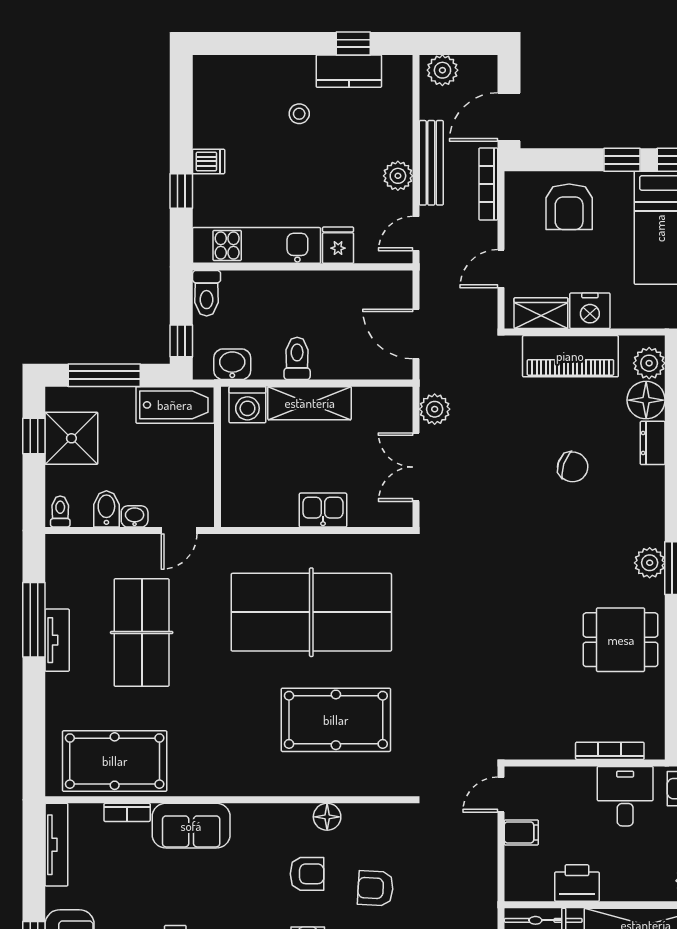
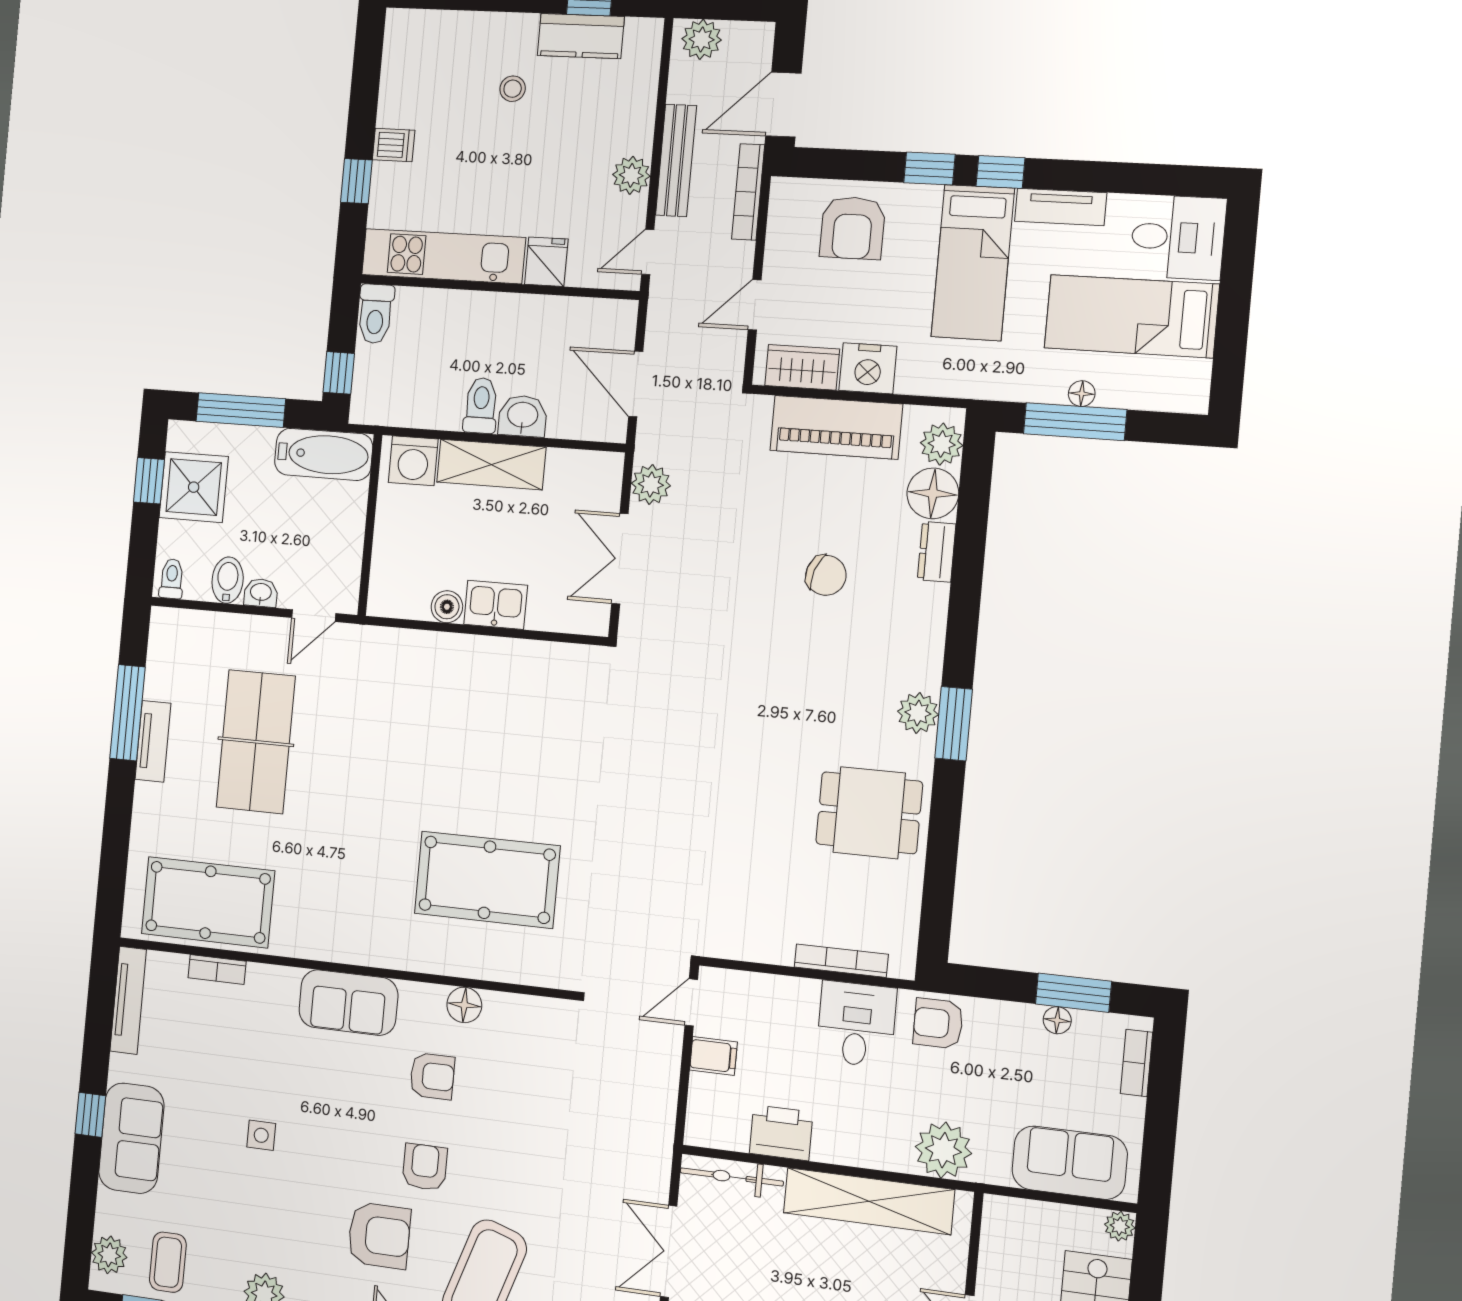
washbasin: (232, 364) -> (523, 416), moved
boiler: (285, 515) -> (447, 607), added
table tennis table: (311, 612) -> (469, 736), removed
sofa: (191, 826) -> (348, 1003), moved
armchair: (375, 888) -> (517, 1106), removed

